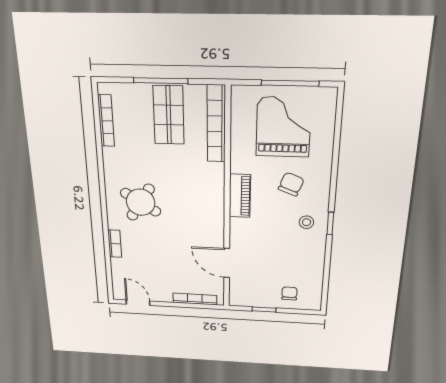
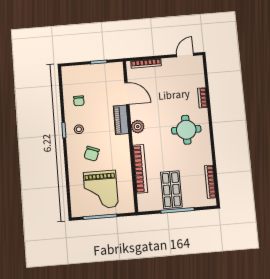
bookcase: (216, 124) -> (140, 169), moved
piano: (240, 196) -> (121, 120), moved
round table: (141, 202) -> (186, 130), turned -32
plant: (215, 215) -> (138, 127), added
chair: (289, 293) -> (79, 101), moved
door: (138, 303) -> (185, 55), swing flipped

